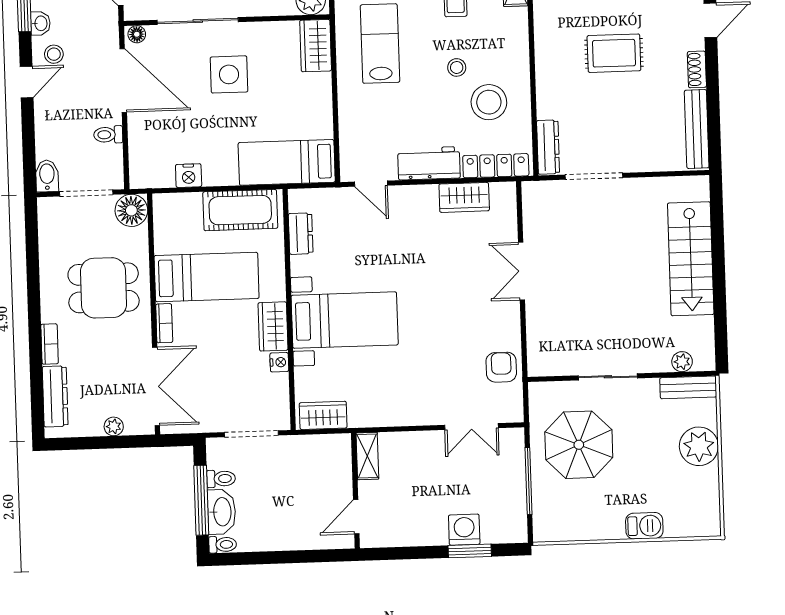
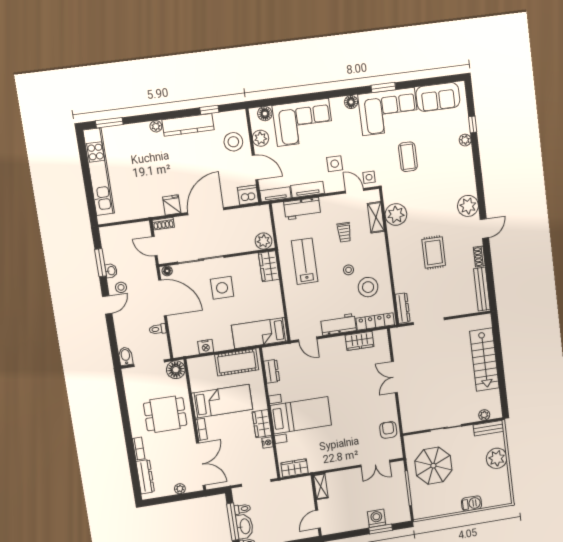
rug: (614, 53) -> (434, 252), turned 90

